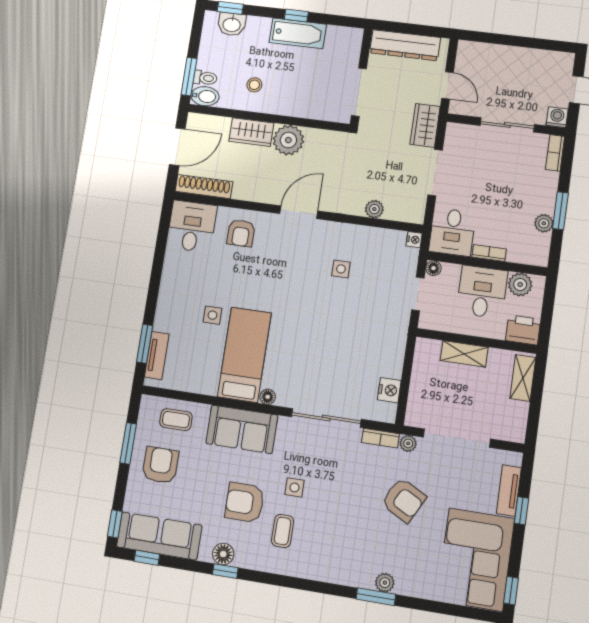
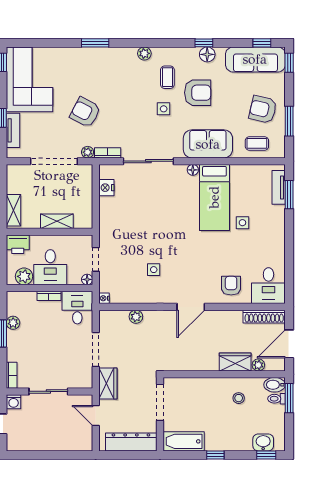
bathtub: (298, 33) -> (184, 441), moved
plant: (288, 140) -> (258, 365), moved, width x0.53, depth x0.53
armchair: (160, 465) -> (263, 109), turned 103
plant: (385, 583) -> (144, 53), moved

